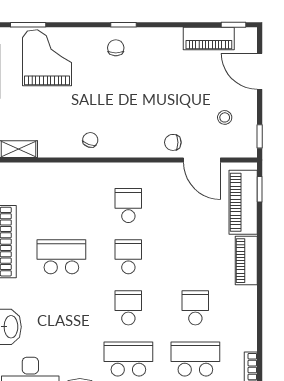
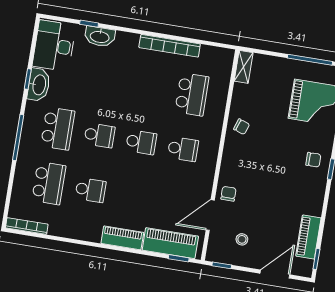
school desk: (61, 257) -> (192, 94), moved

